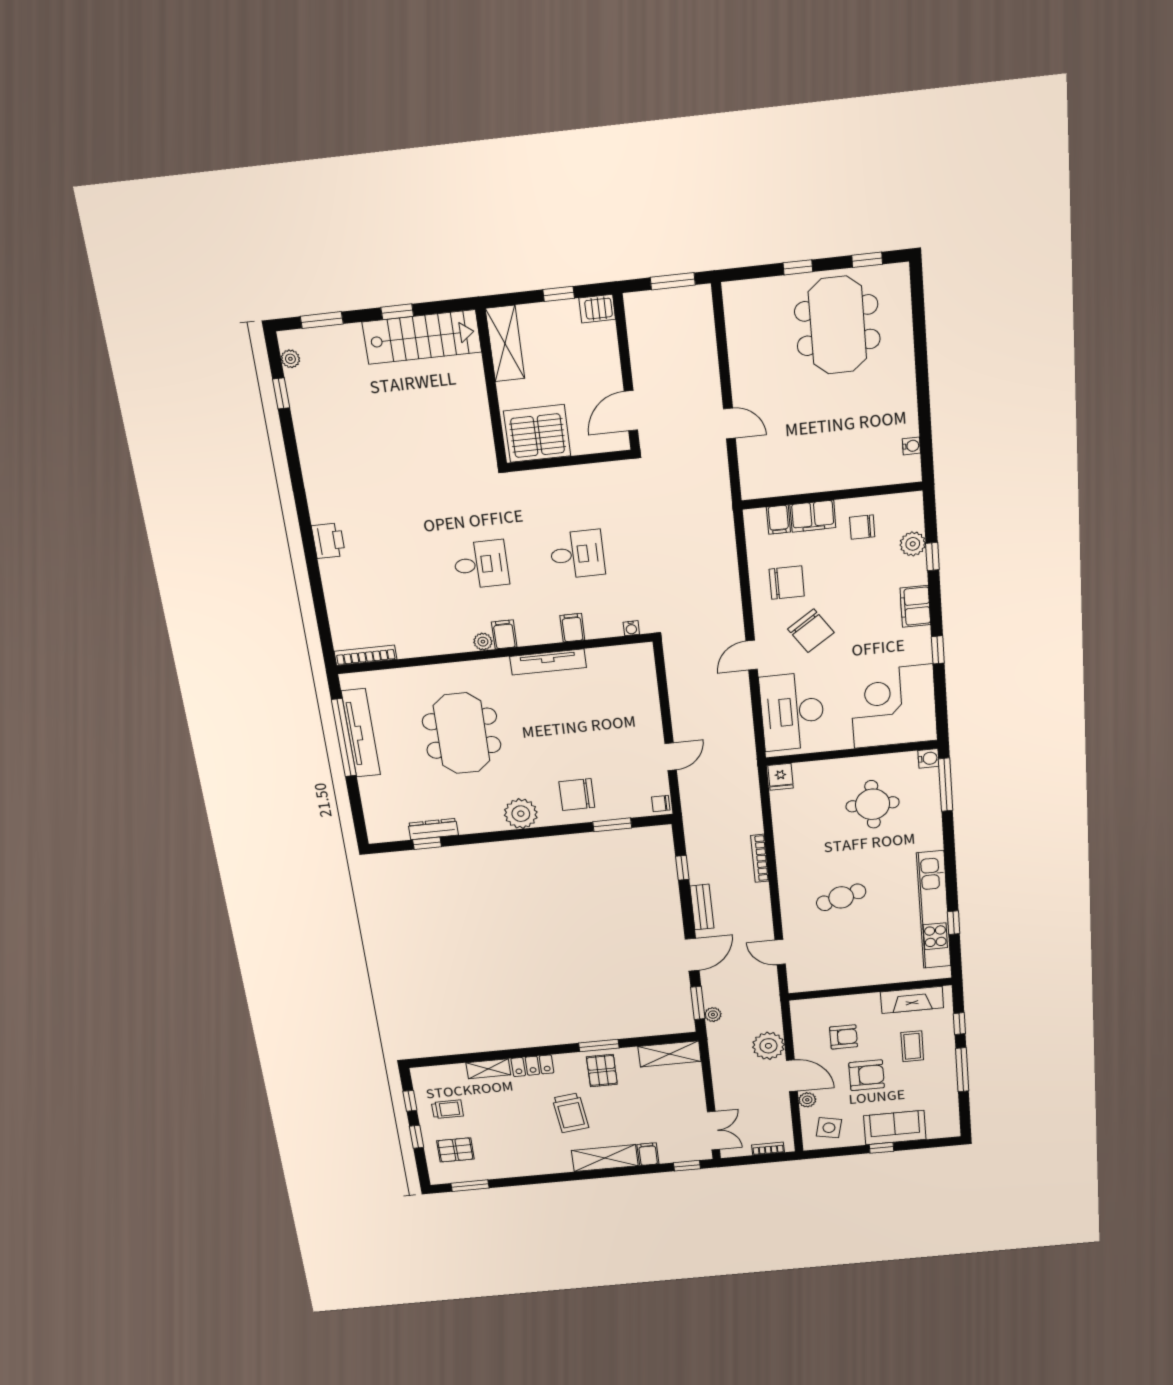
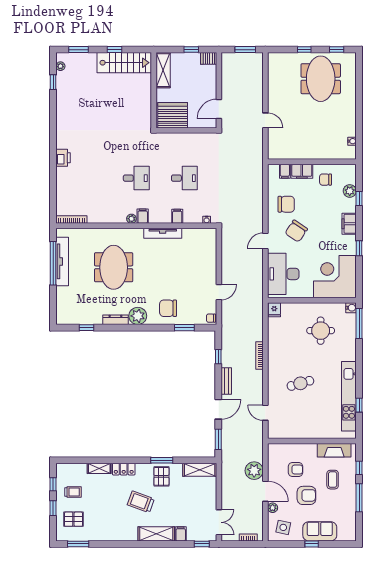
chair: (811, 631) -> (296, 231), turned 68
dresser: (433, 829) -> (115, 320), moved
plant: (713, 1015) -> (226, 448), removed
trolley: (570, 1113) -> (141, 502), turned 117

